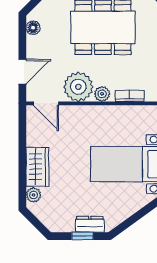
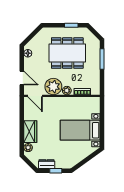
door: (22, 72) -> (22, 78), hinge flipped
dresser: (90, 224) -> (47, 164), moved

